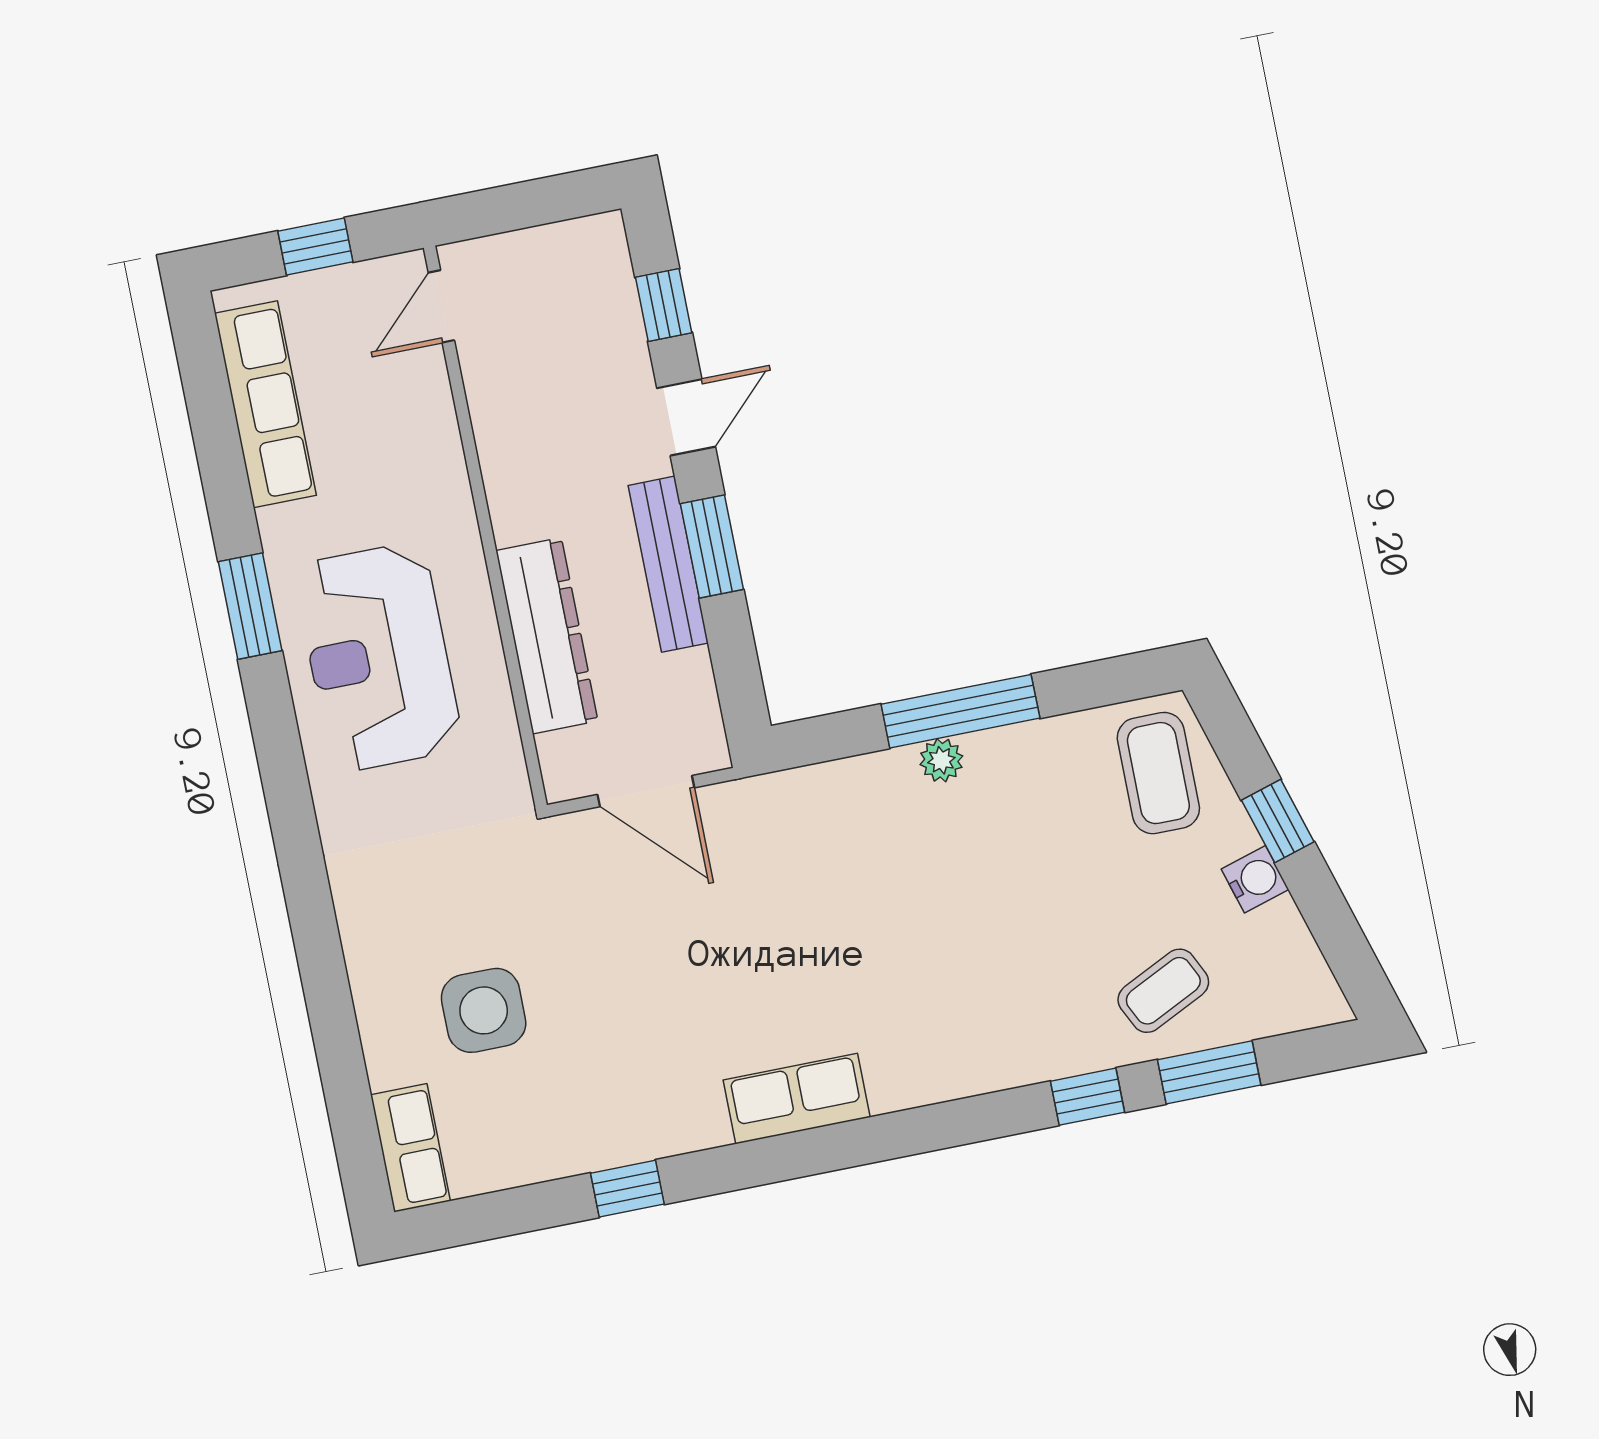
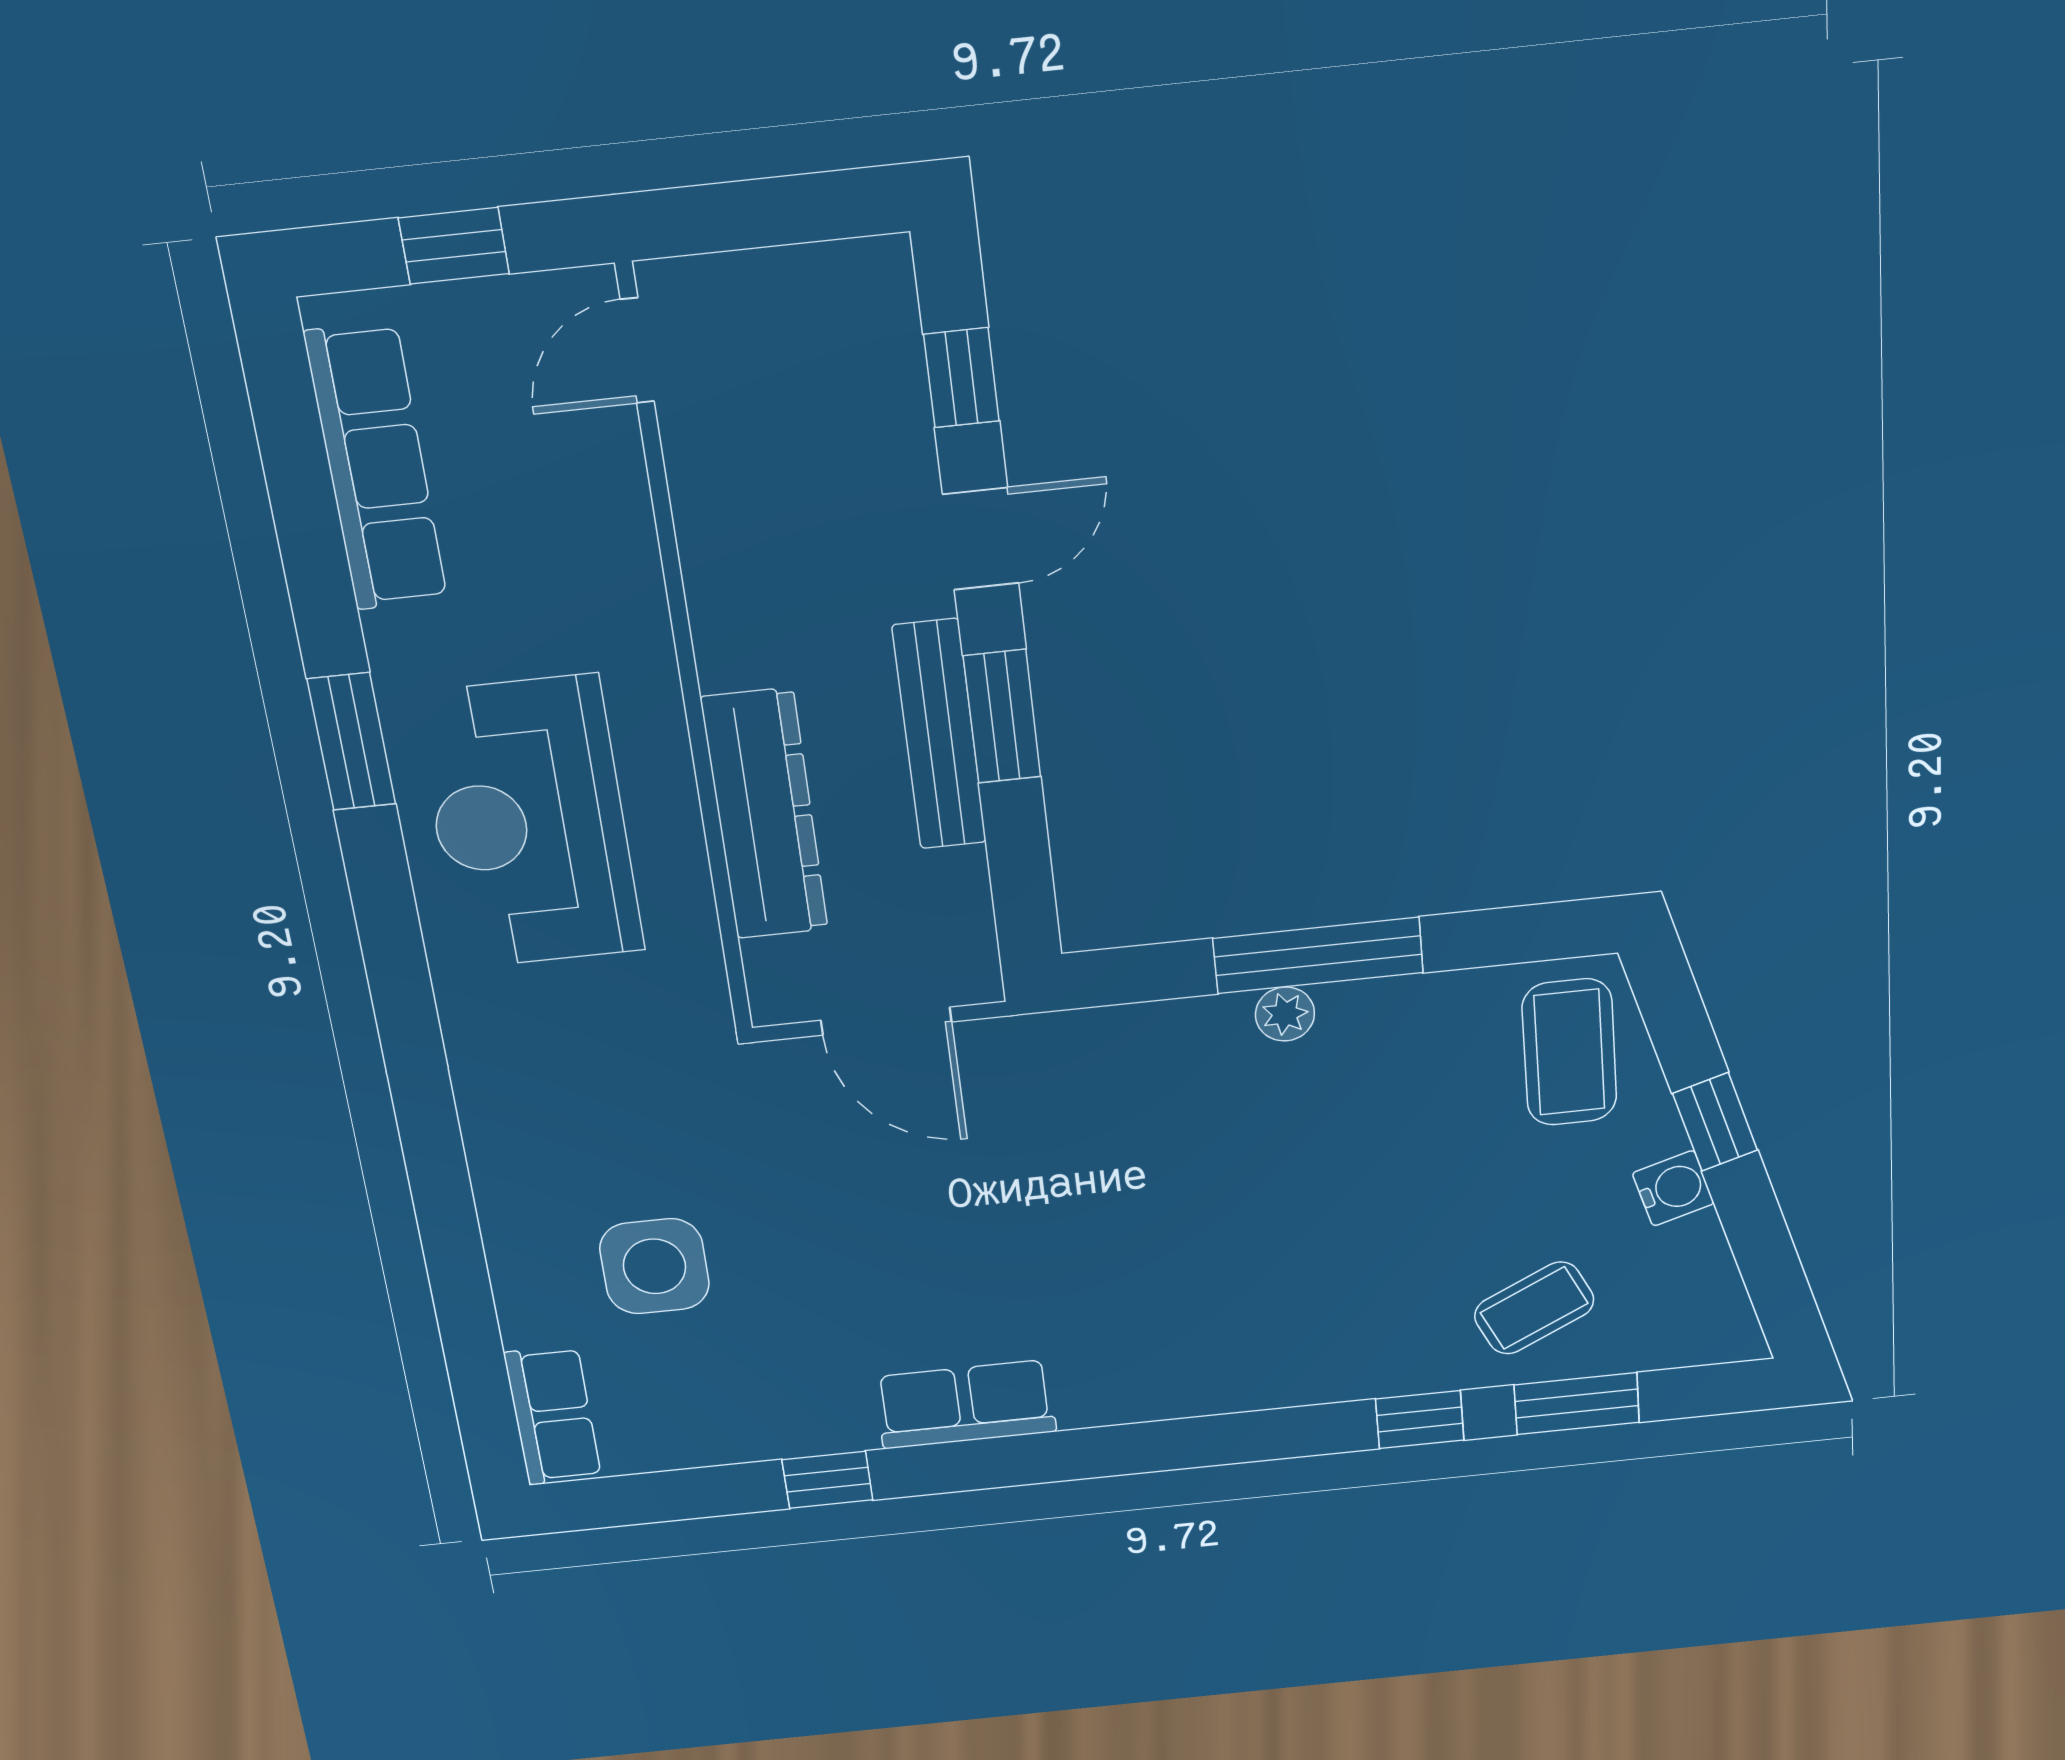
row of seats: (797, 1099) -> (965, 1404), moved

